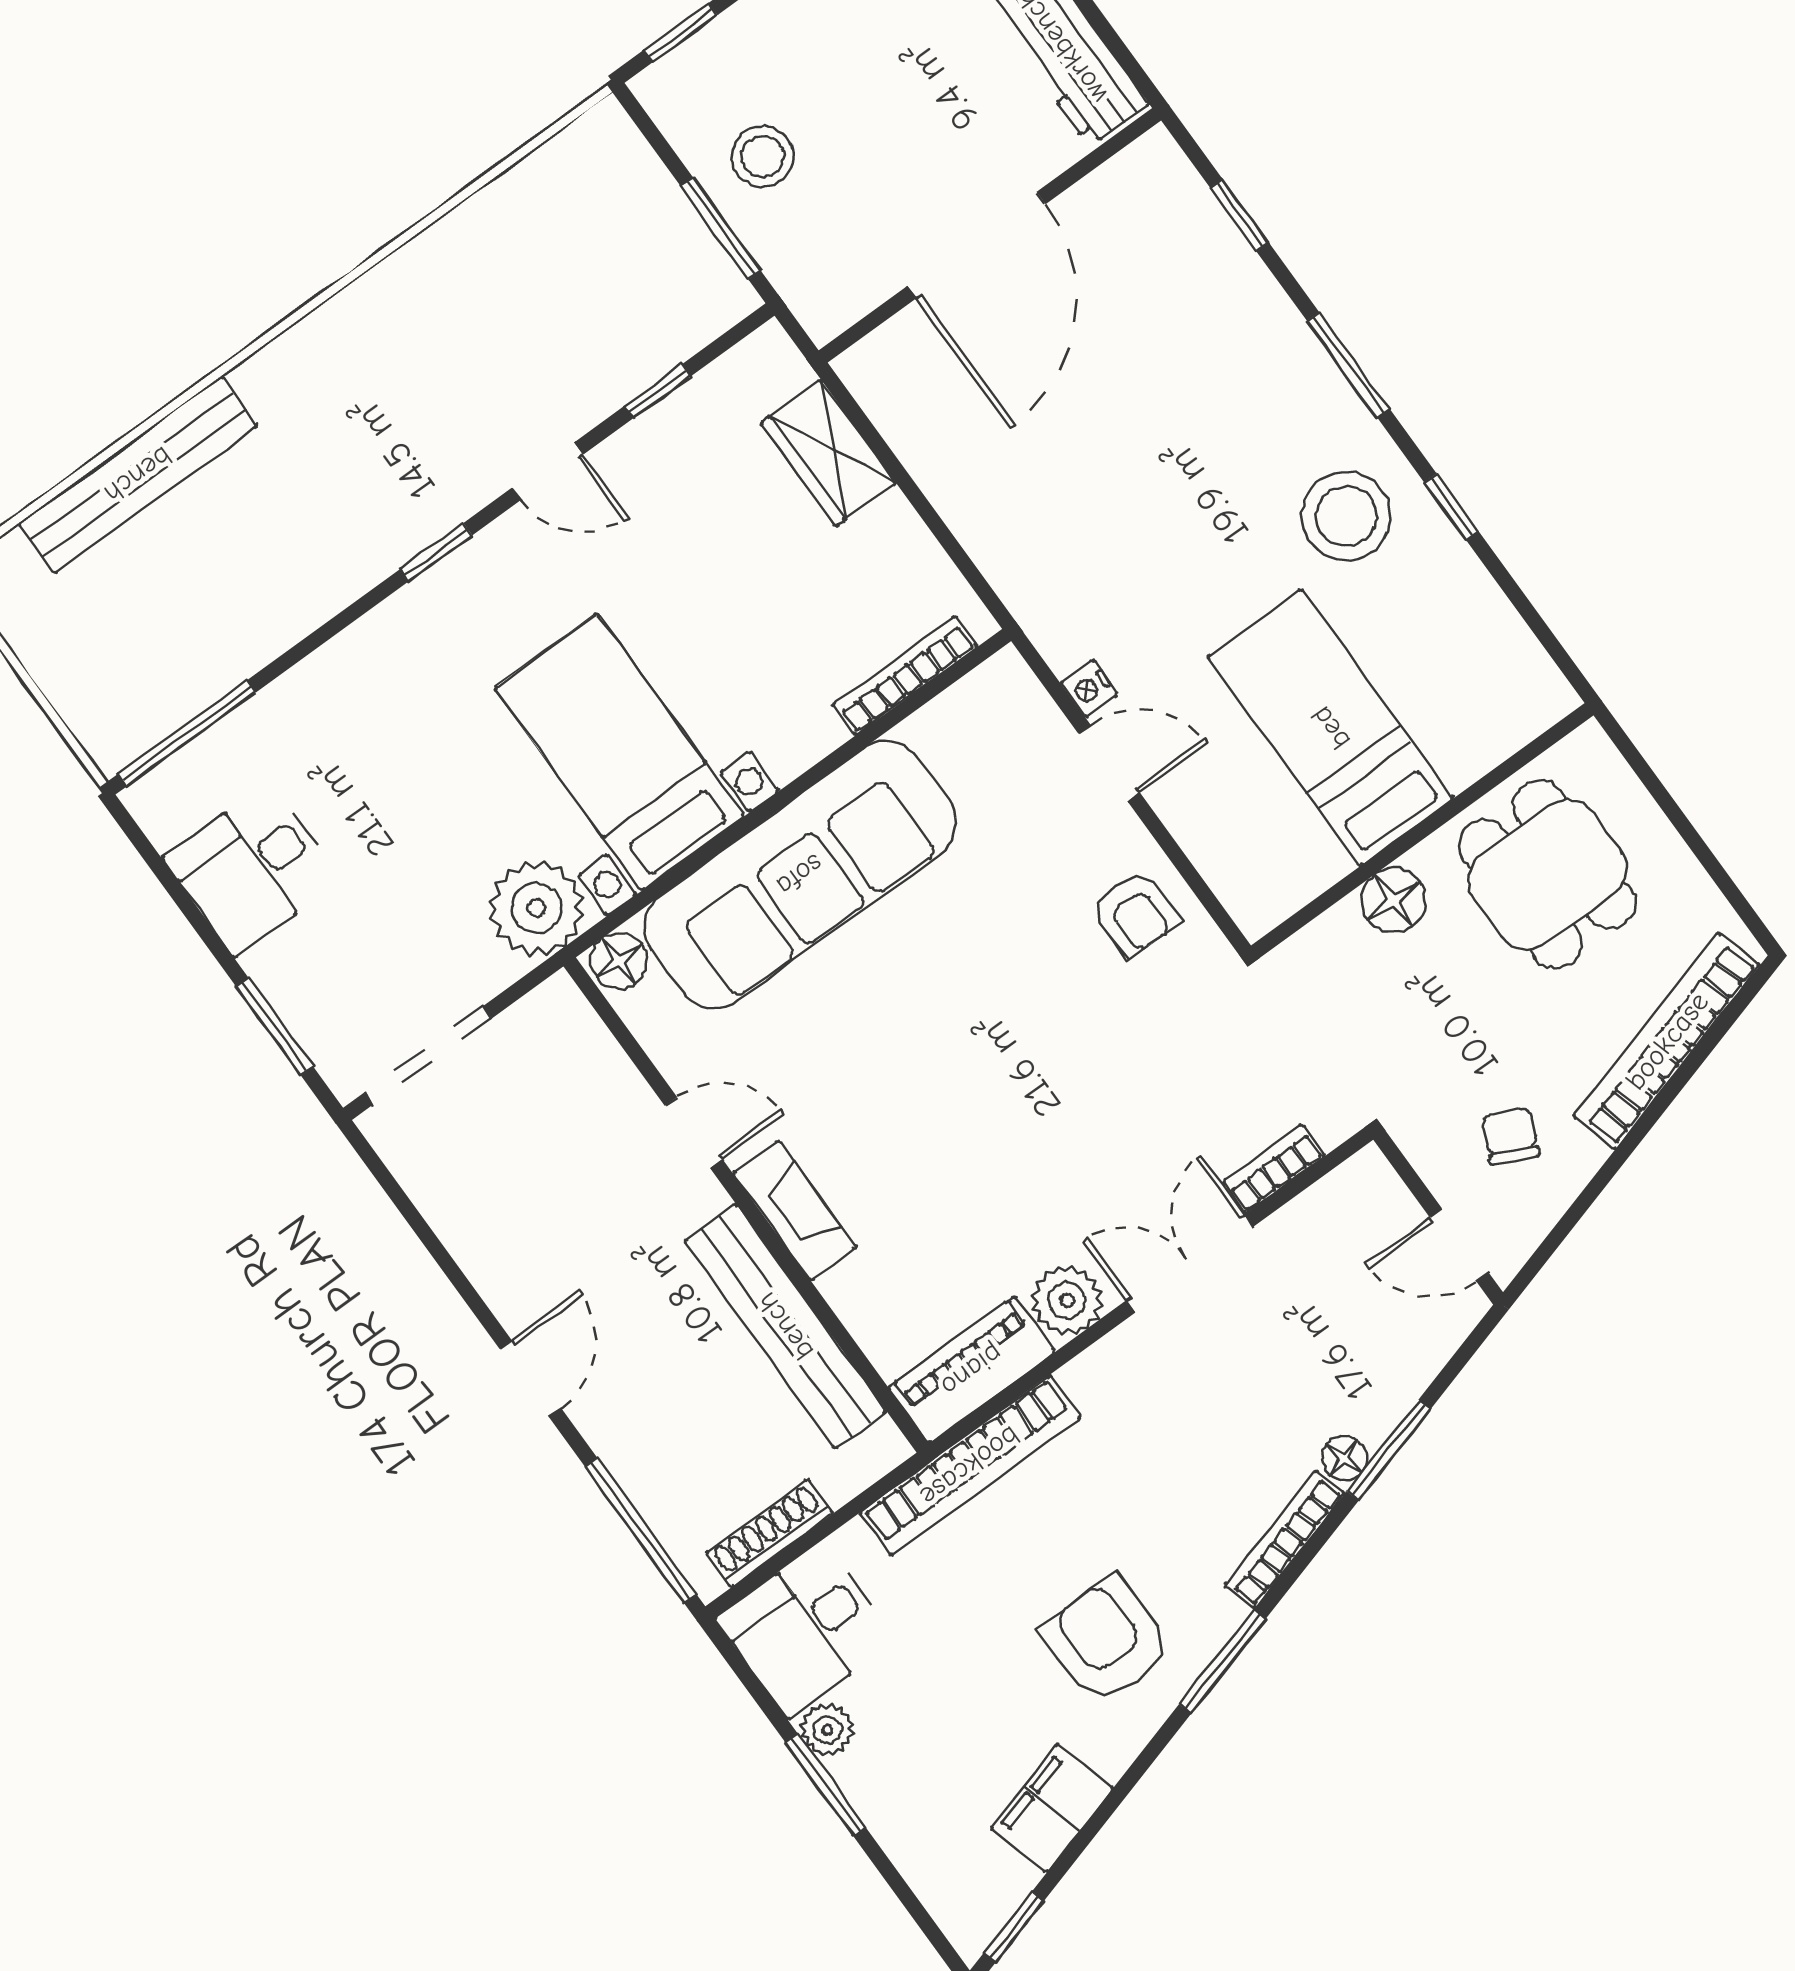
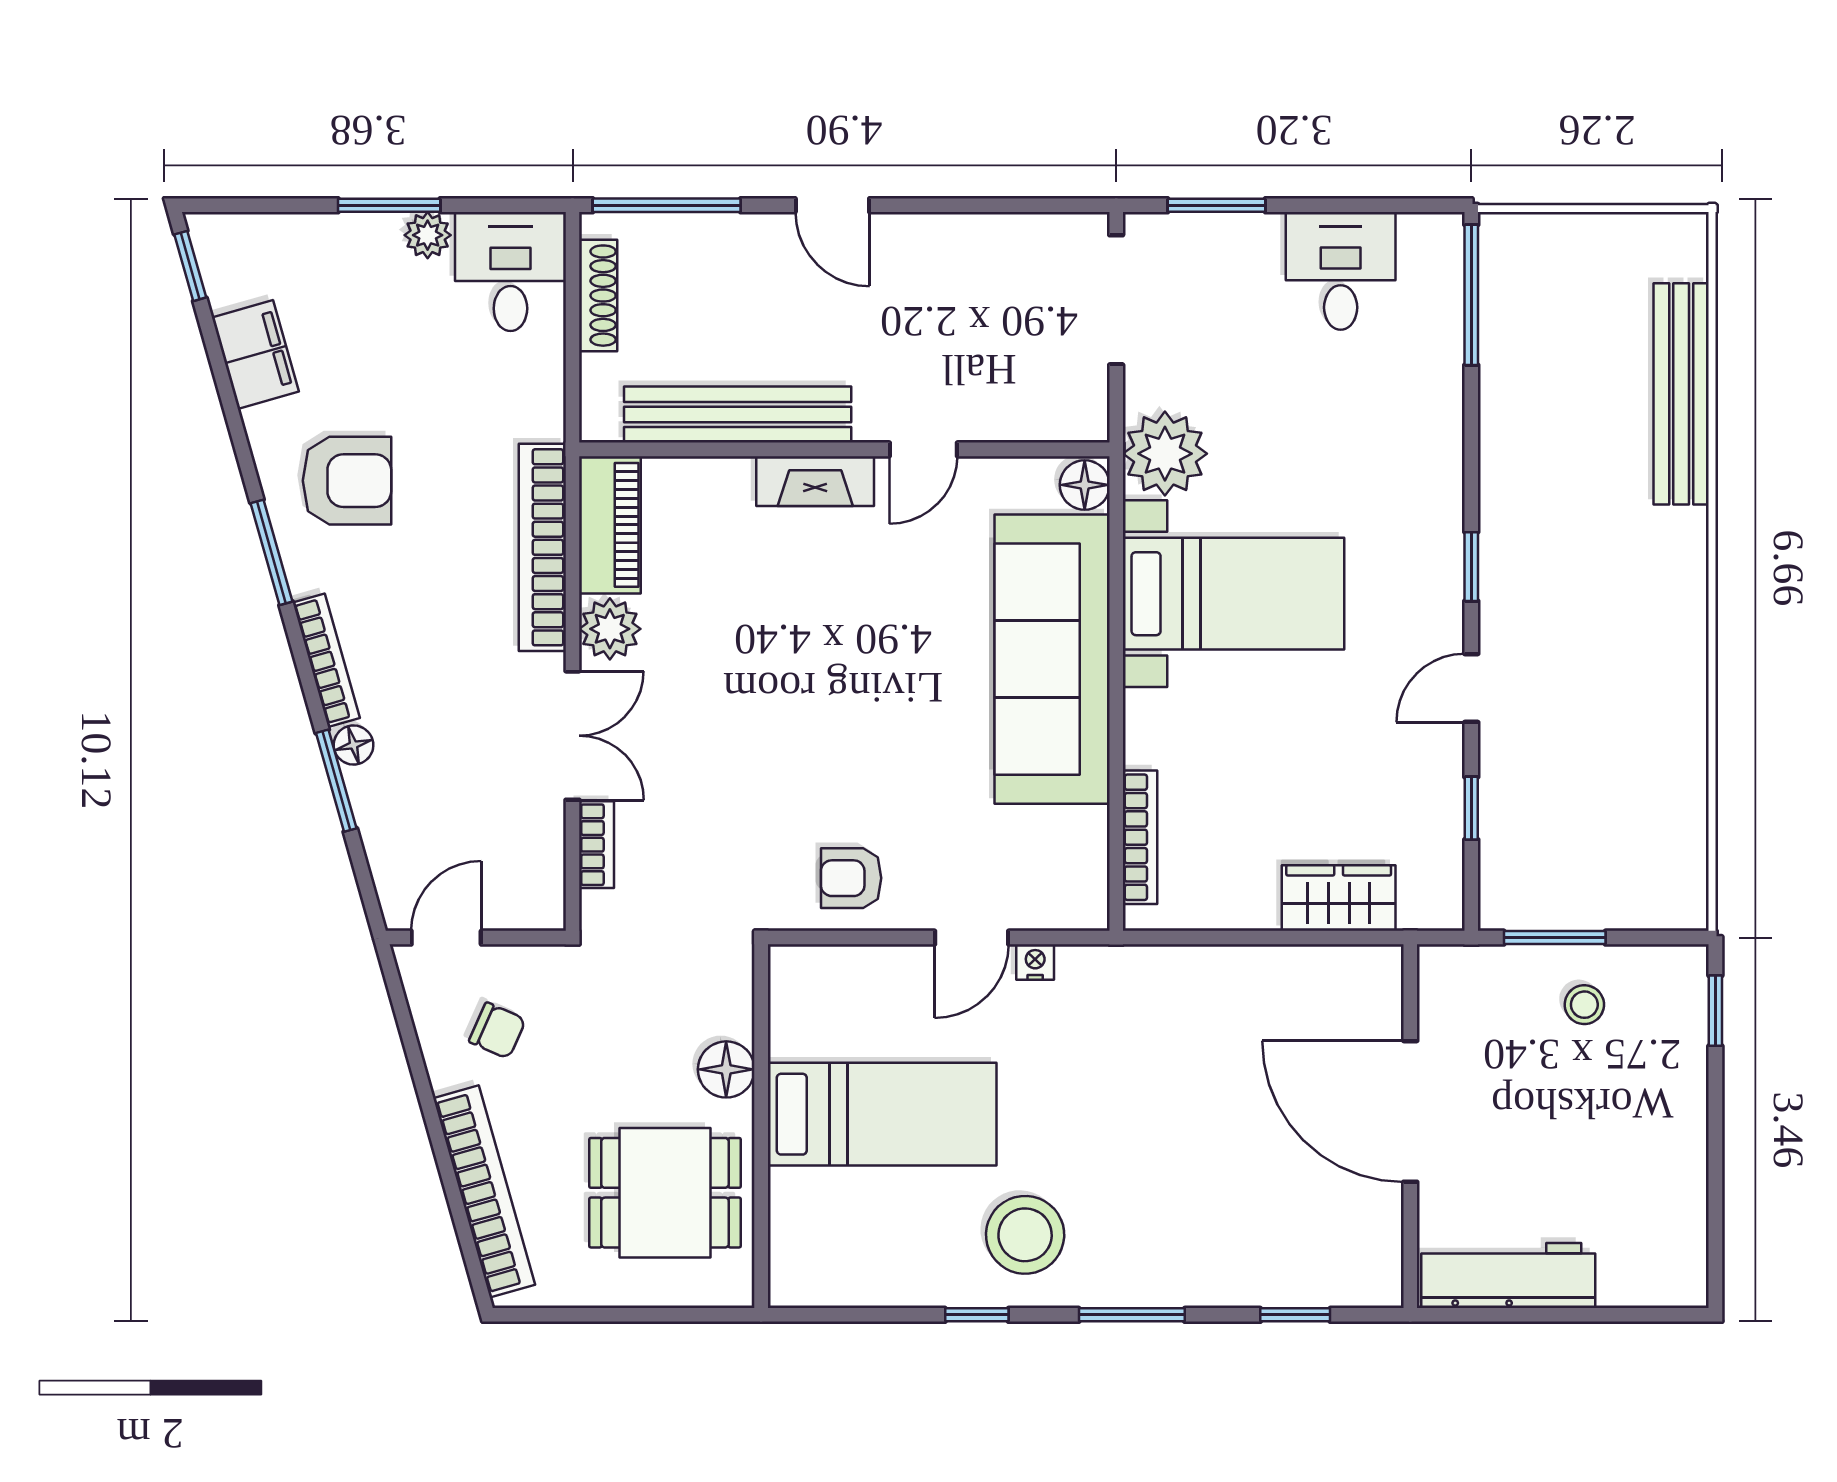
stool: (762, 157) -> (1584, 1005), width x0.73, depth x0.73
bookcase: (970, 1466) -> (542, 547), moved

